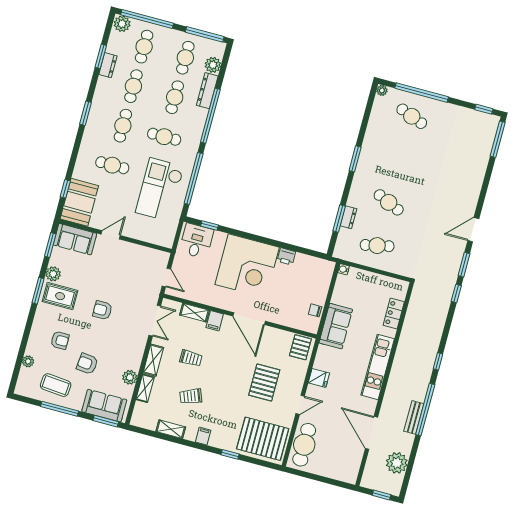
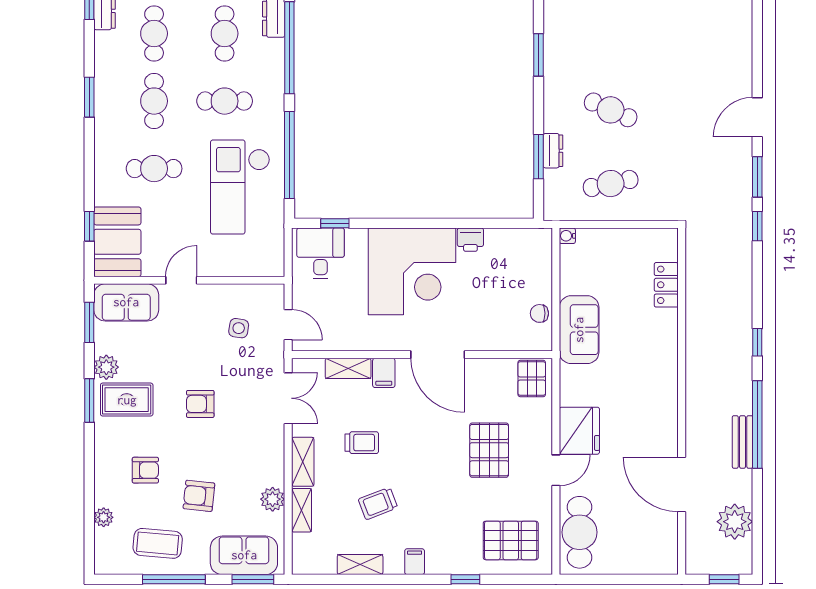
side table: (137, 272) -> (239, 328), added
kitchen unit: (378, 367) -> (663, 377), removed
fridge: (319, 378) -> (579, 431), width x1.88, depth x1.34
pallet: (263, 439) -> (511, 540), width x0.73, depth x0.71

